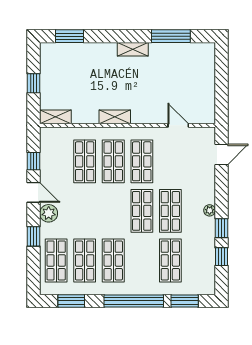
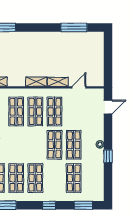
shelving: (133, 49) -> (58, 82), moved
door: (178, 125) -> (79, 87), hinge flipped
window: (221, 257) -> (108, 175), removed
window: (134, 301) -> (49, 205), width x0.32

